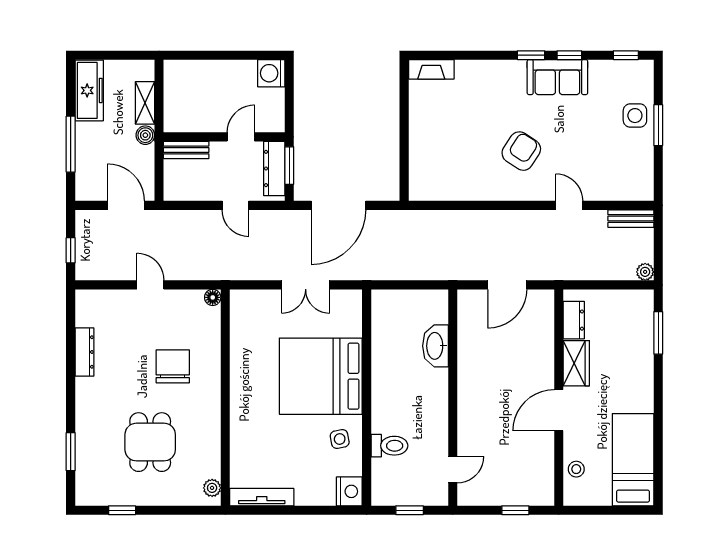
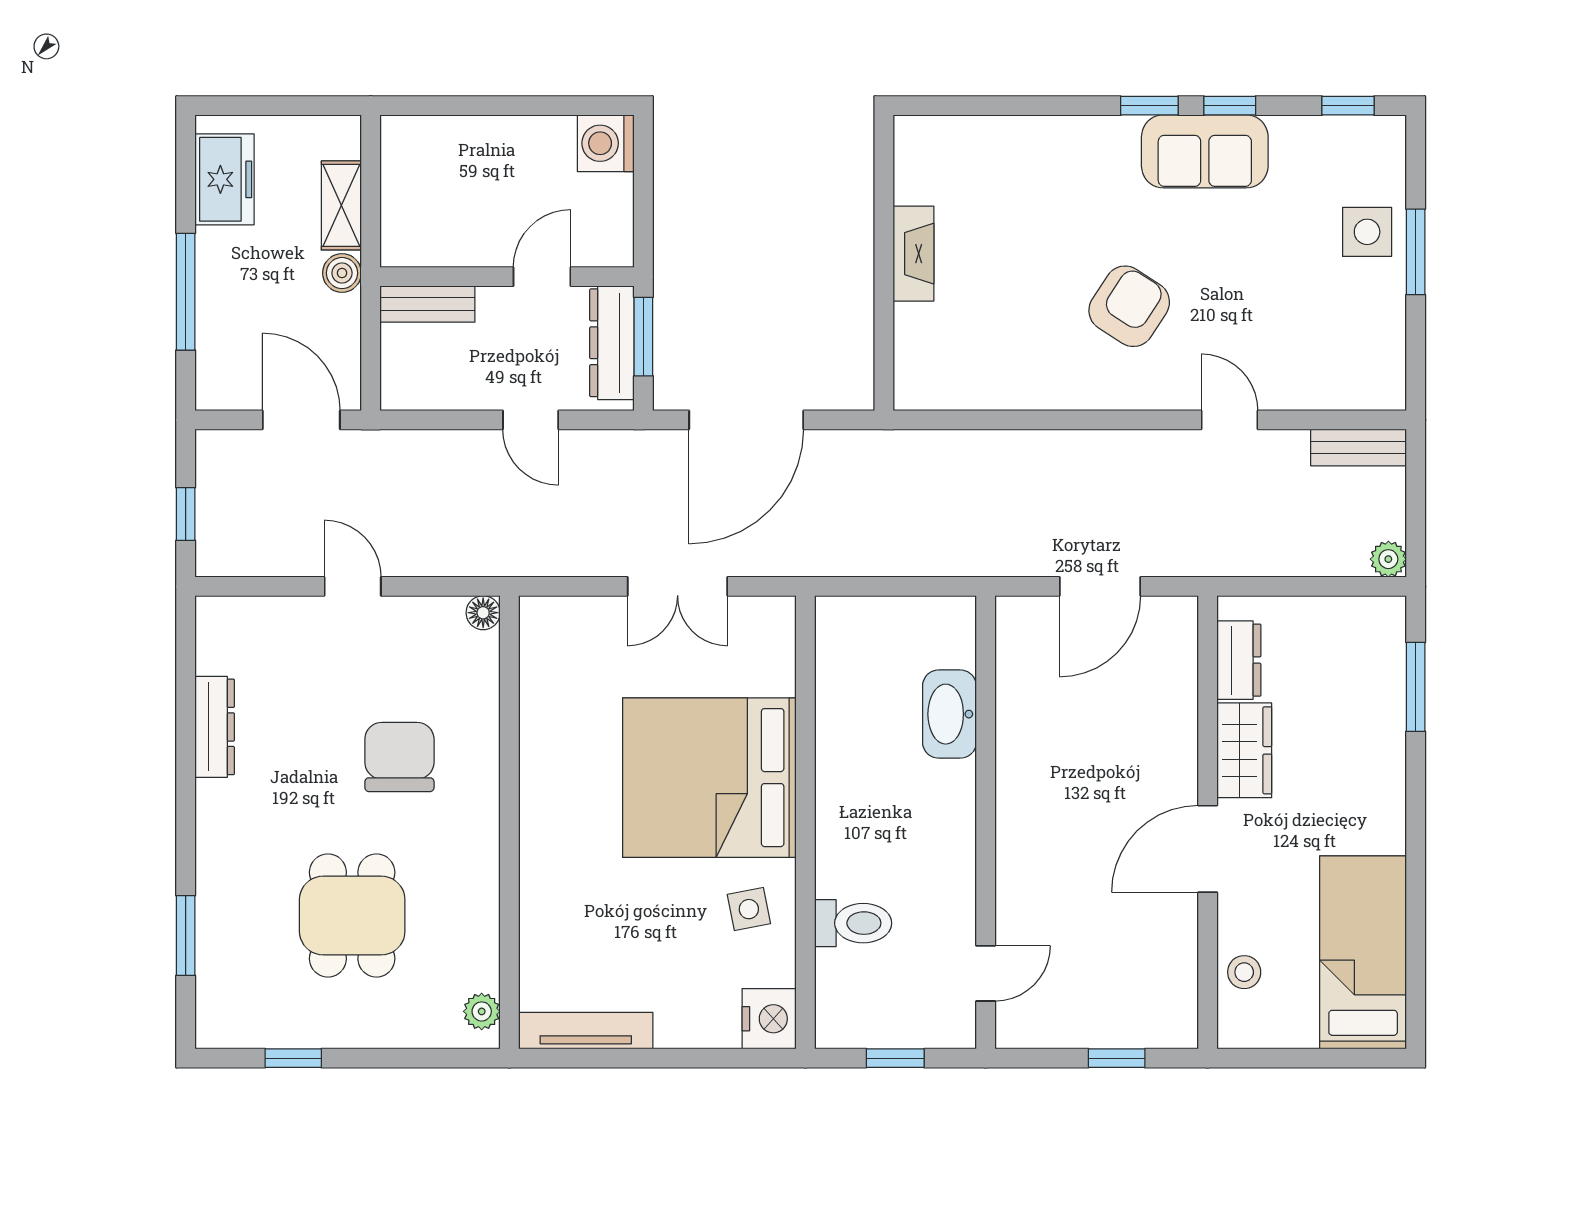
fireplace: (431, 69) -> (913, 254), moved, turned -90
freezer: (89, 90) -> (224, 179), width x0.71

